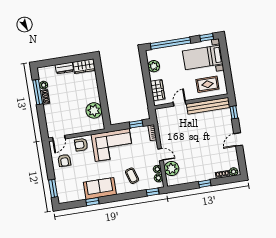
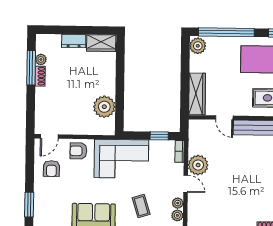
plant: (154, 66) -> (198, 46), moved
wardrobe: (158, 90) -> (197, 94), width x1.50
door: (180, 103) -> (224, 118), swing flipped
plant: (172, 169) -> (198, 165), moved

